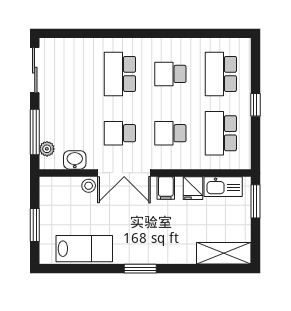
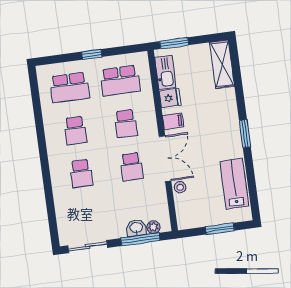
school desk: (120, 74) -> (81, 173), width x0.54
washbasin: (75, 160) -> (136, 228), moved, turned 90

